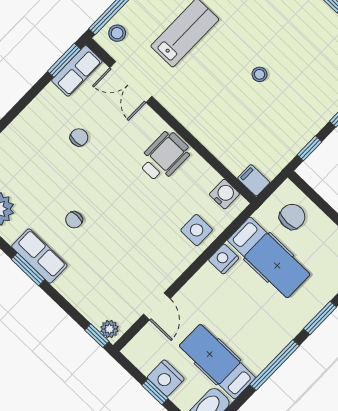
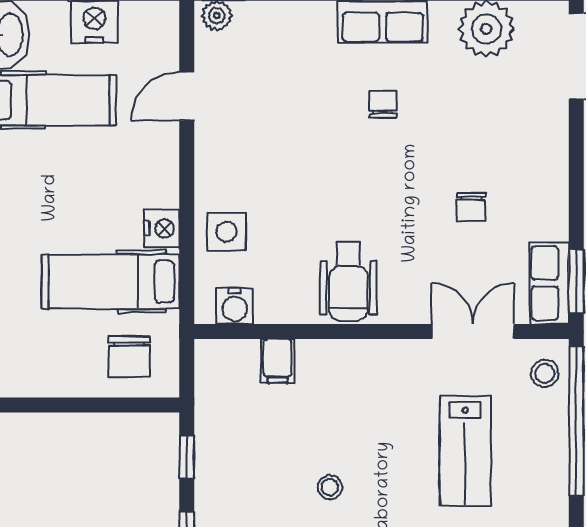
filing cabinet: (254, 180) -> (278, 361), moved, turned 90
door: (157, 306) -> (187, 96), hinge flipped

